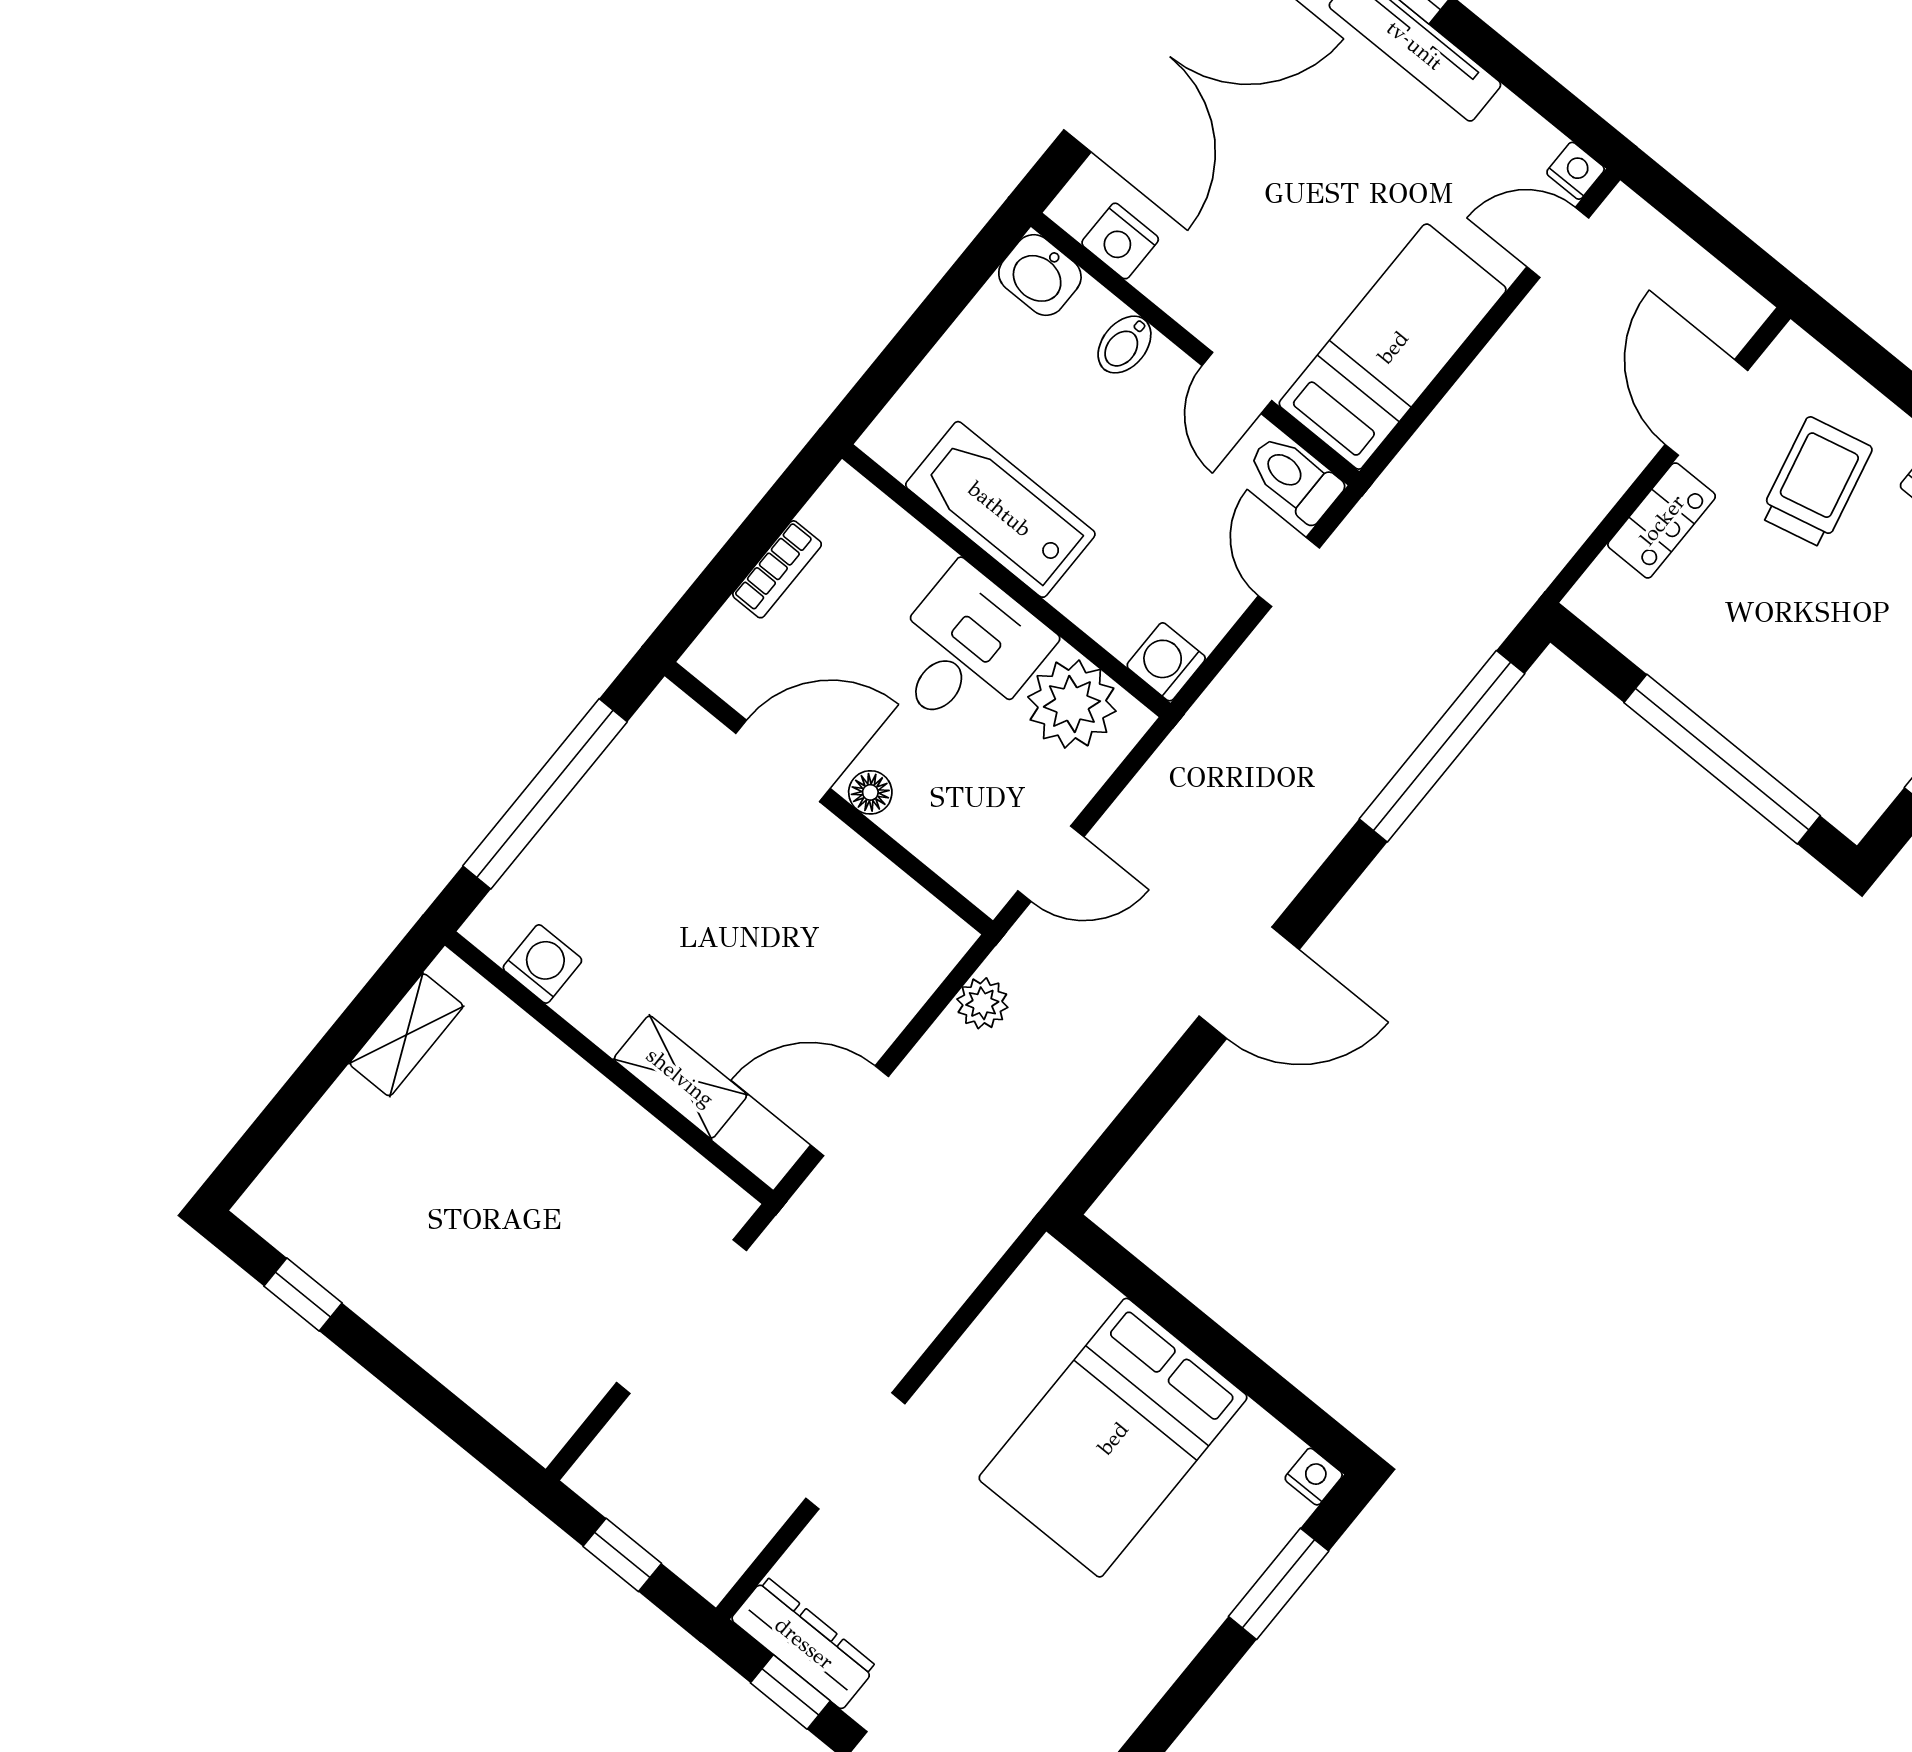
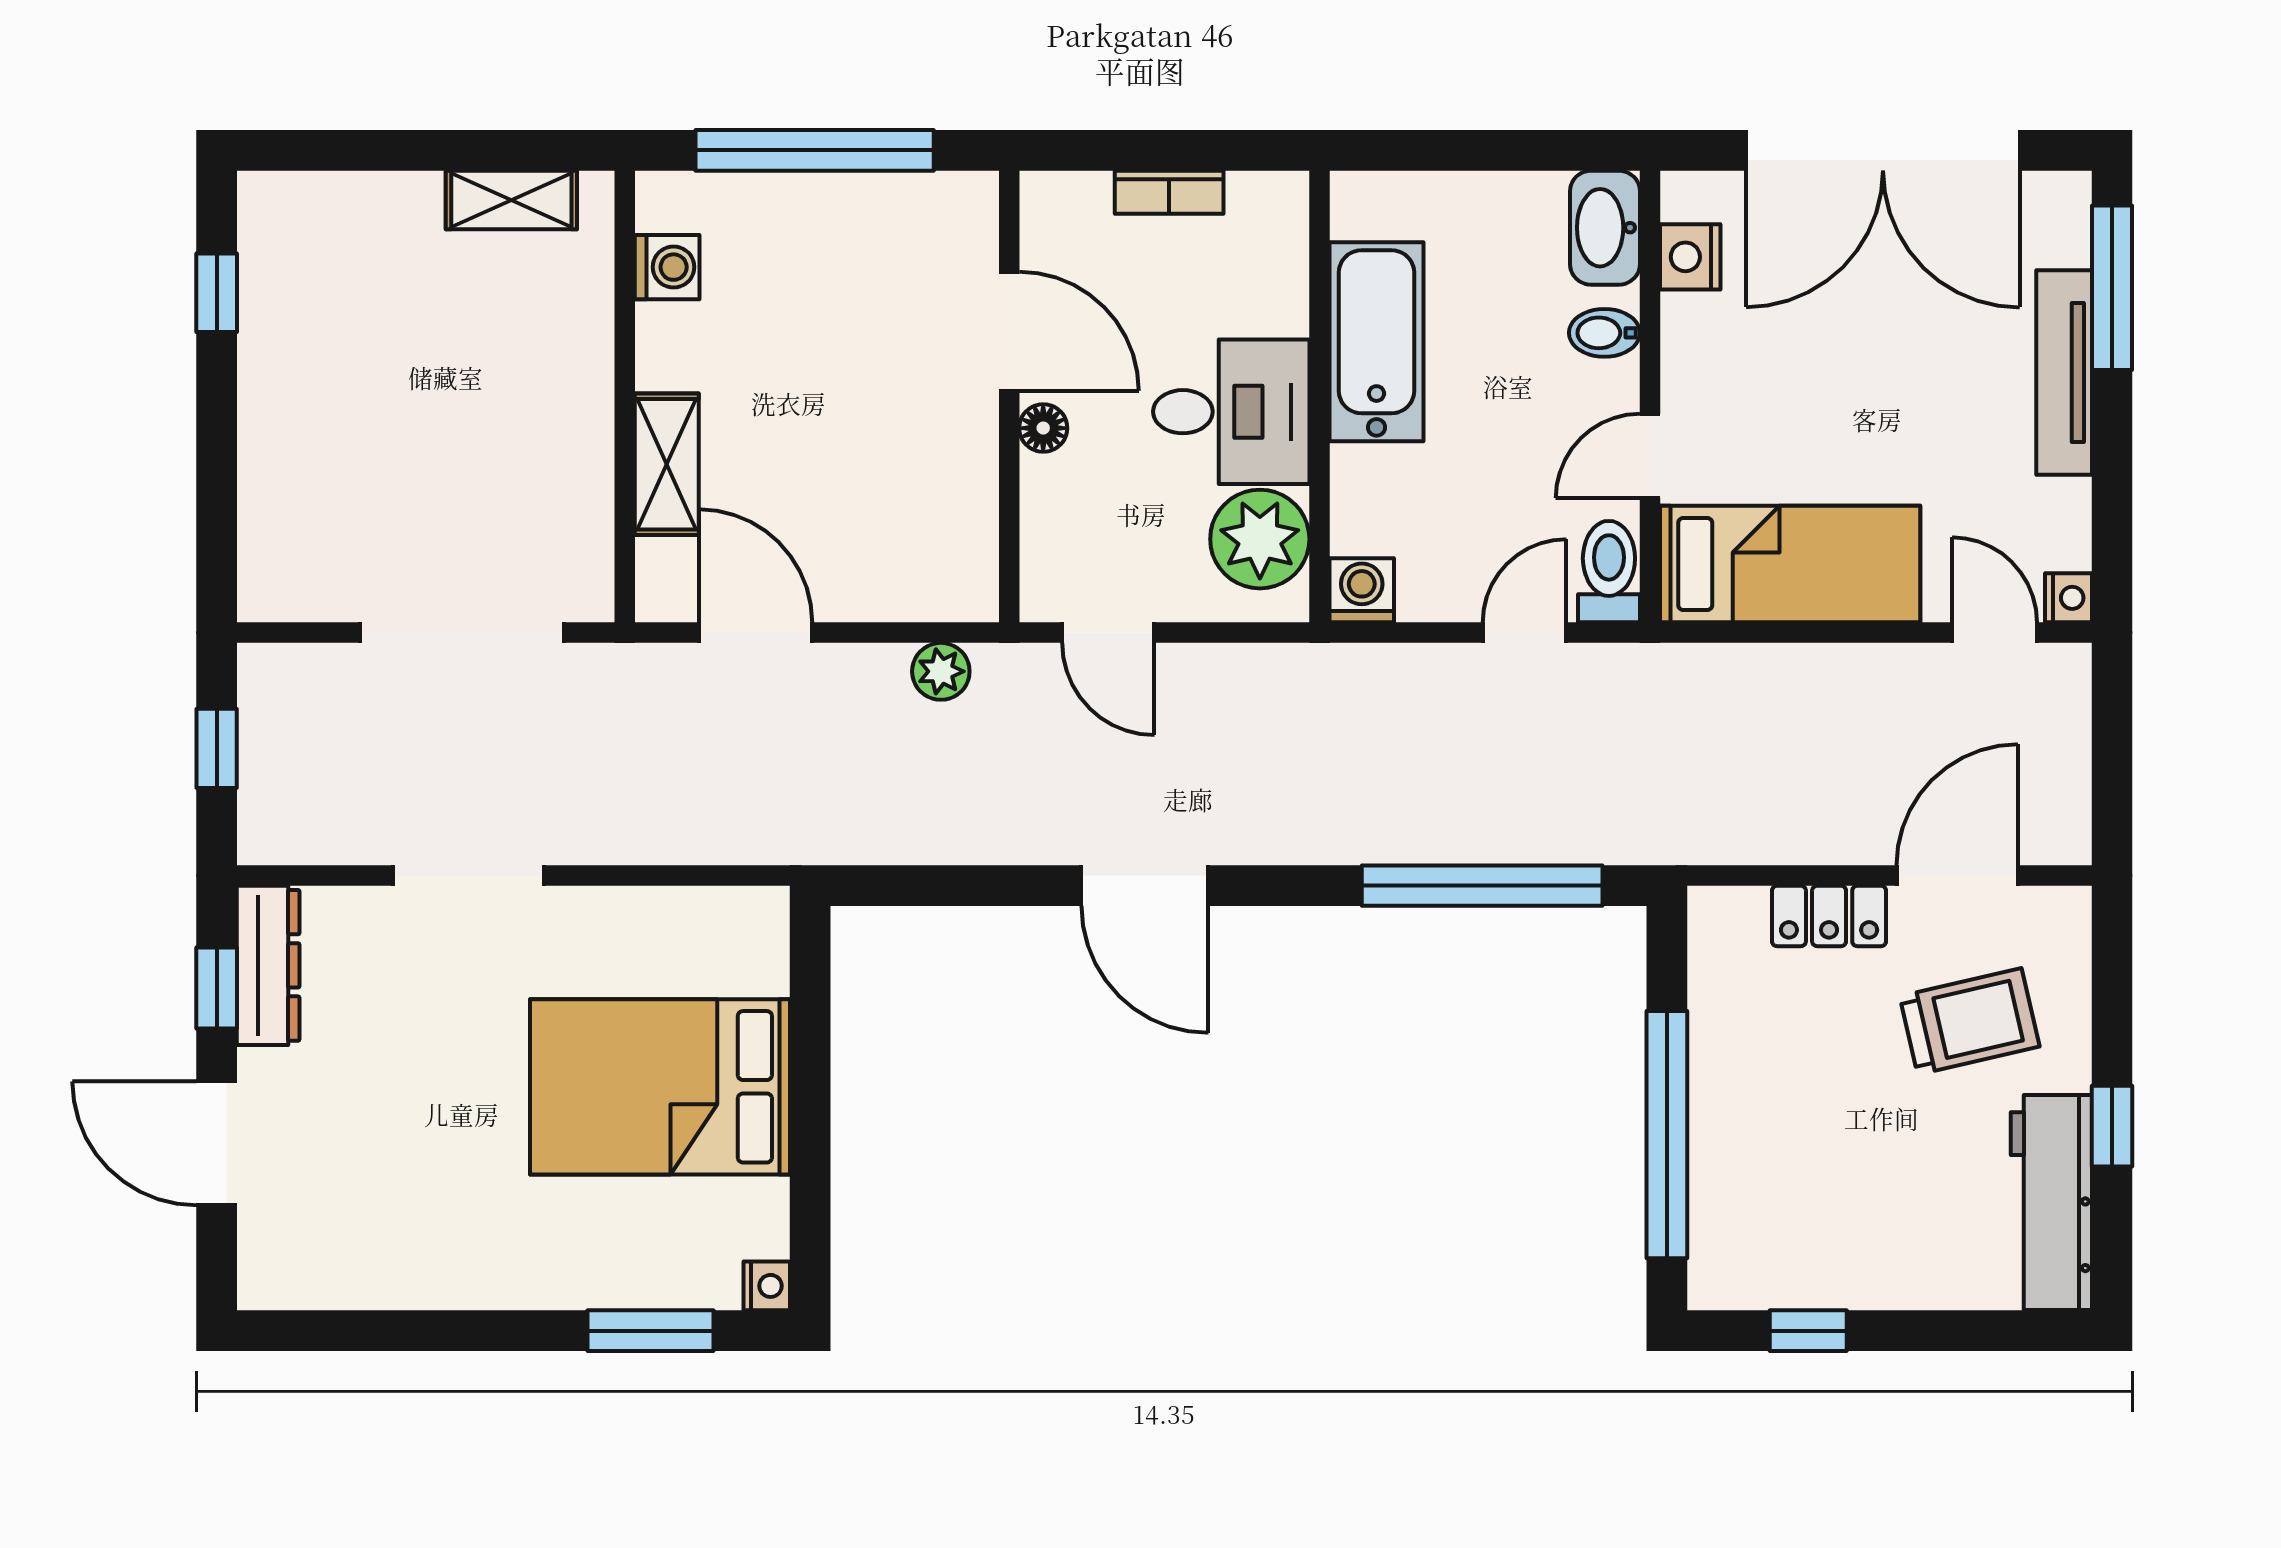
washbasin: (1040, 275) -> (1605, 228), width x1.38

